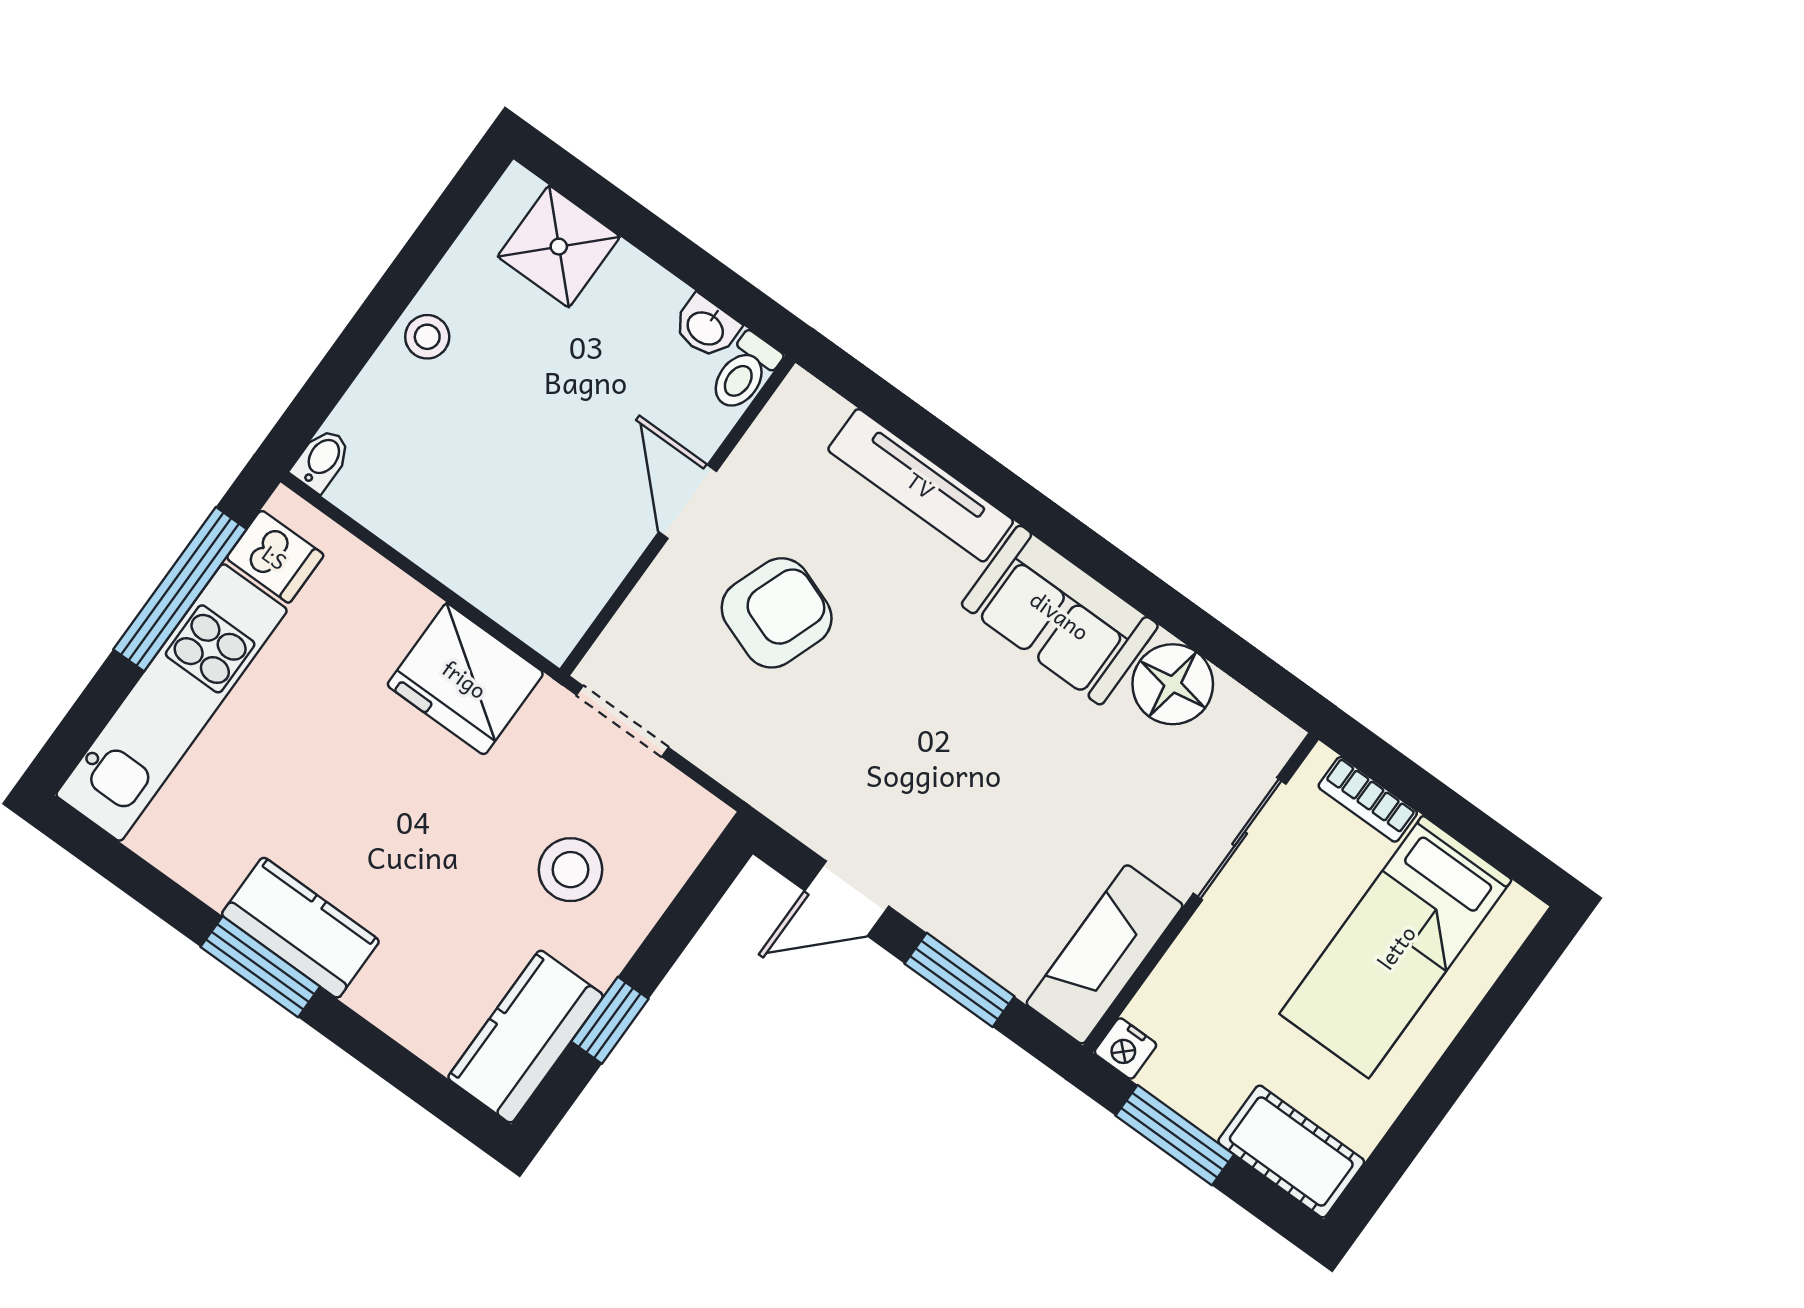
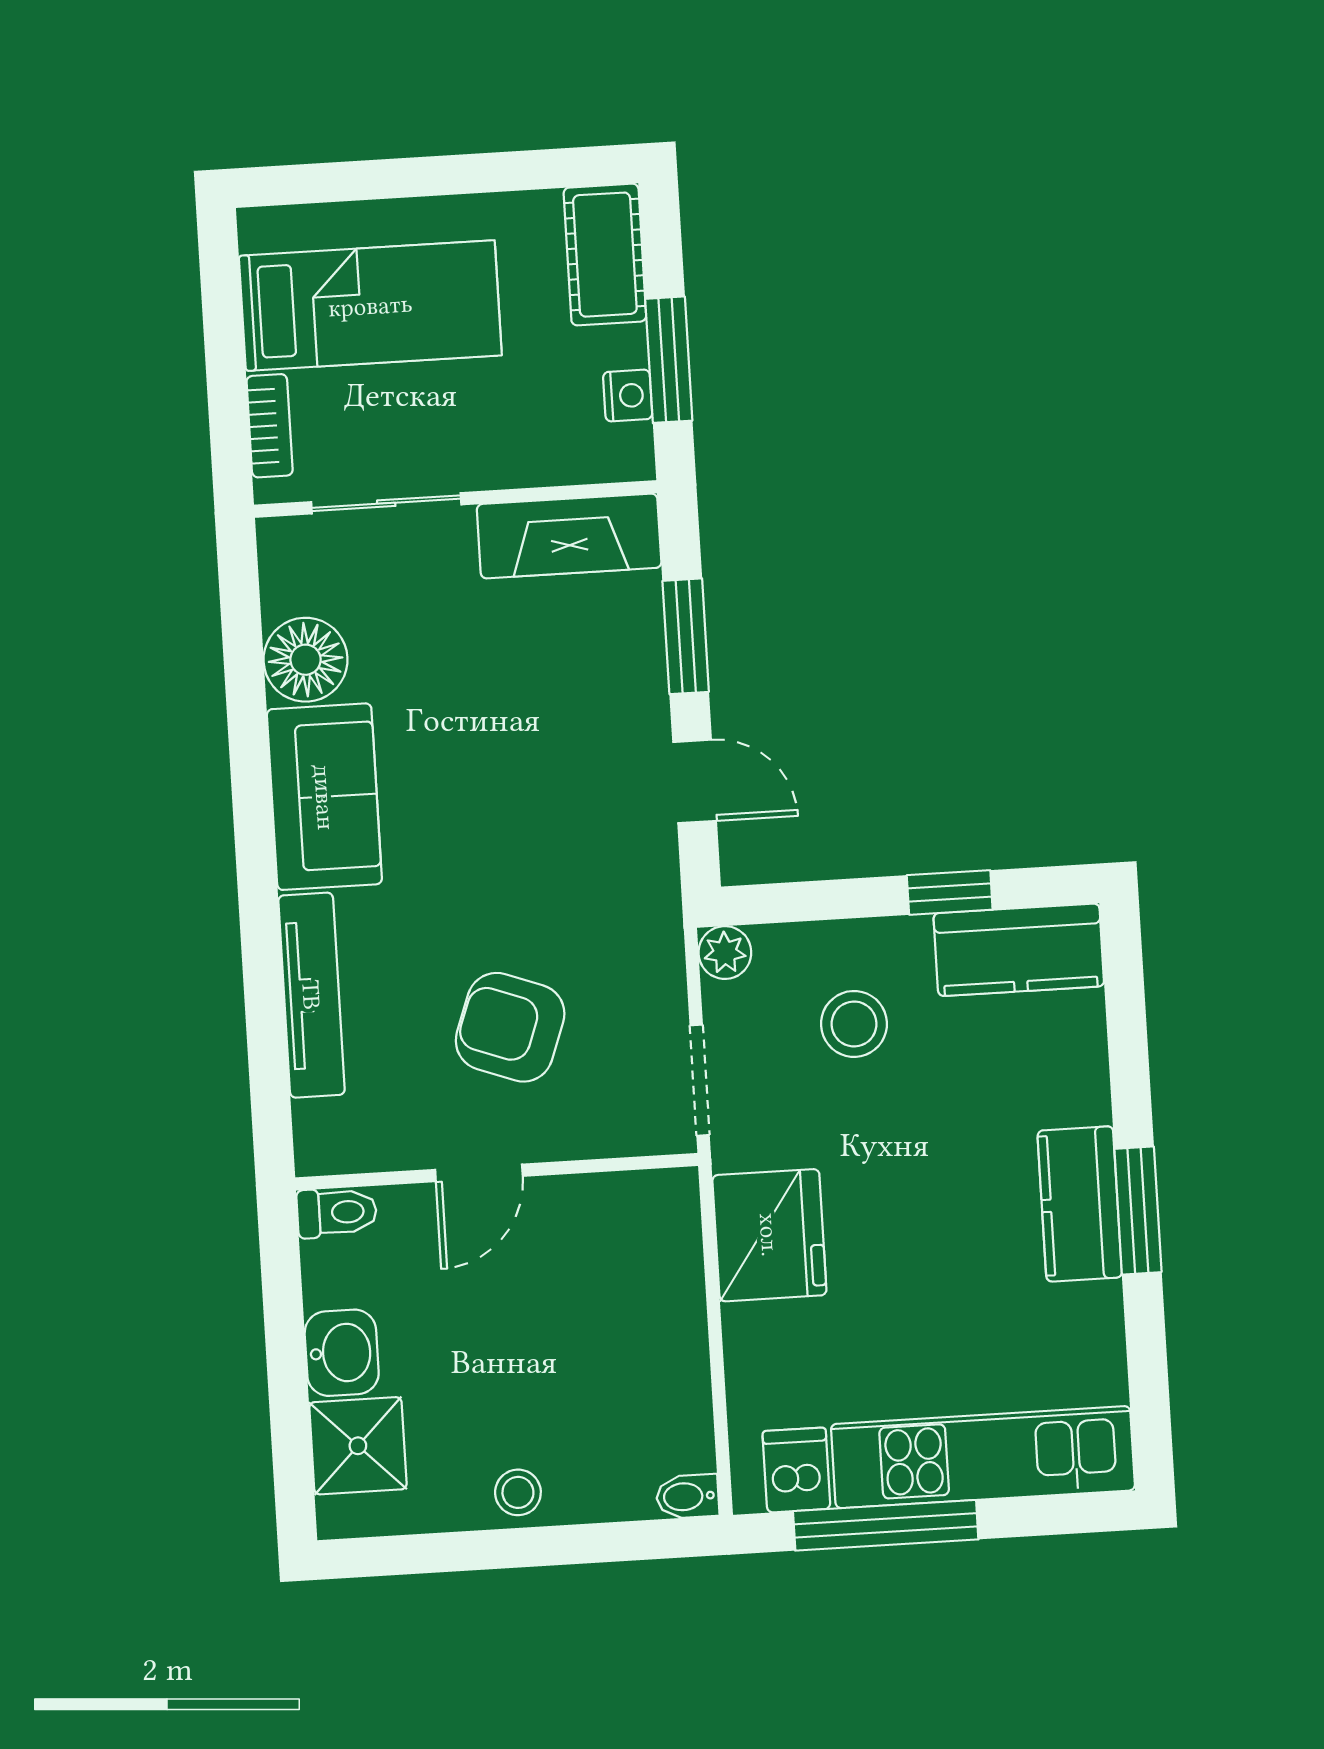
washbasin: (706, 327) -> (342, 1353), moved, width x1.38, depth x1.45
plant: (702, 817) -> (725, 953), added
nightstand: (1125, 1049) -> (628, 396), moved

